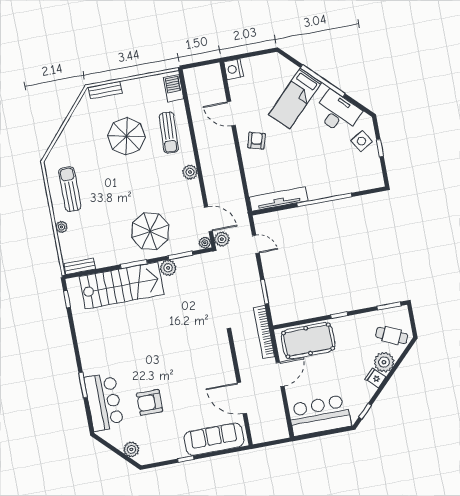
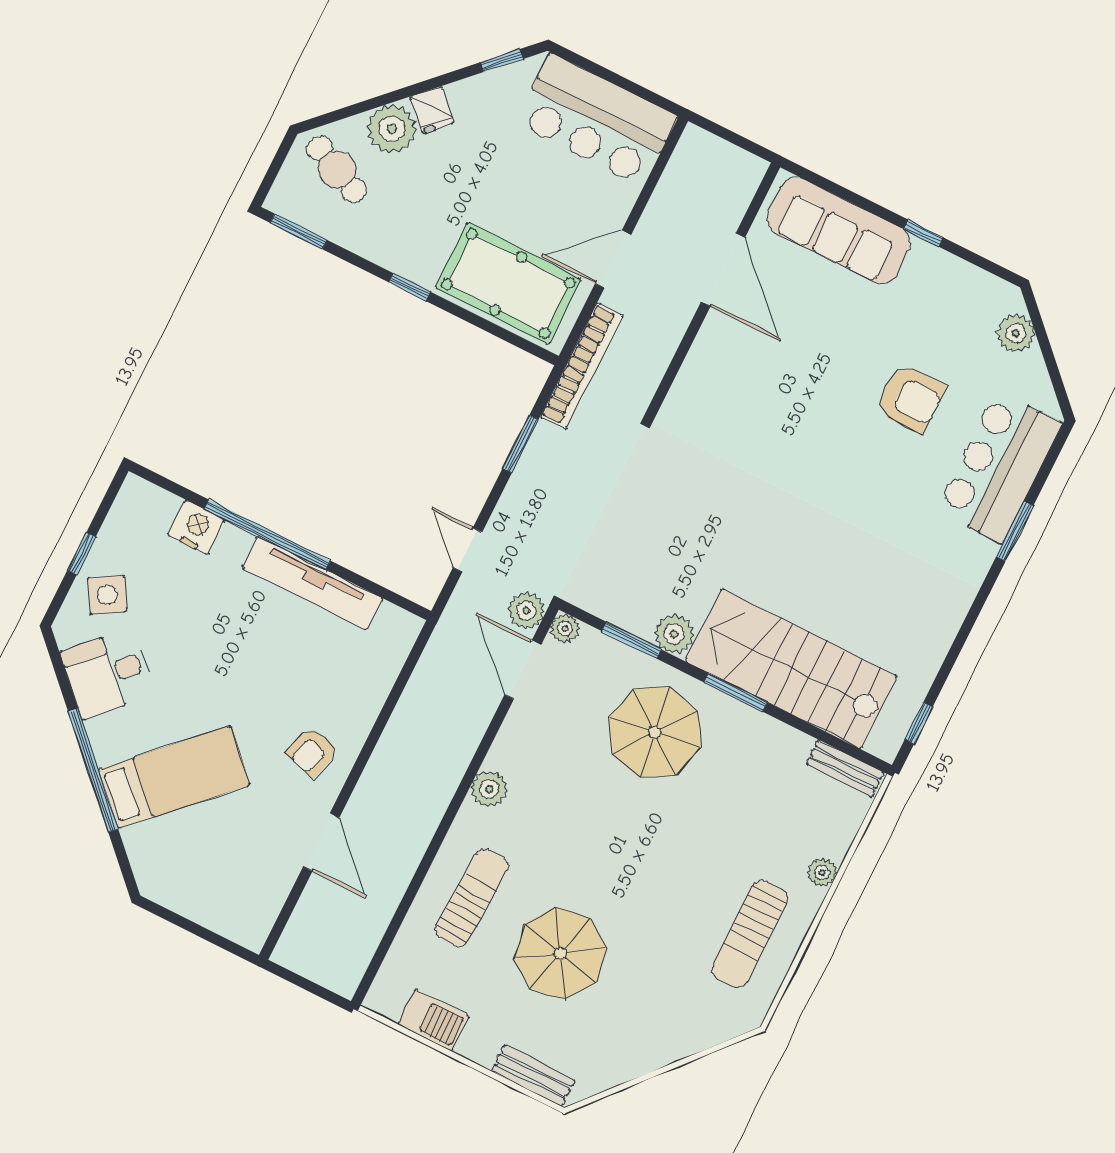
nightstand: (233, 69) -> (196, 528), moved, turned -90
barbecue: (174, 88) -> (433, 1020), moved, turned -90
desk: (337, 113) -> (108, 674), width x0.73
tv unit: (279, 199) -> (313, 583), moved

